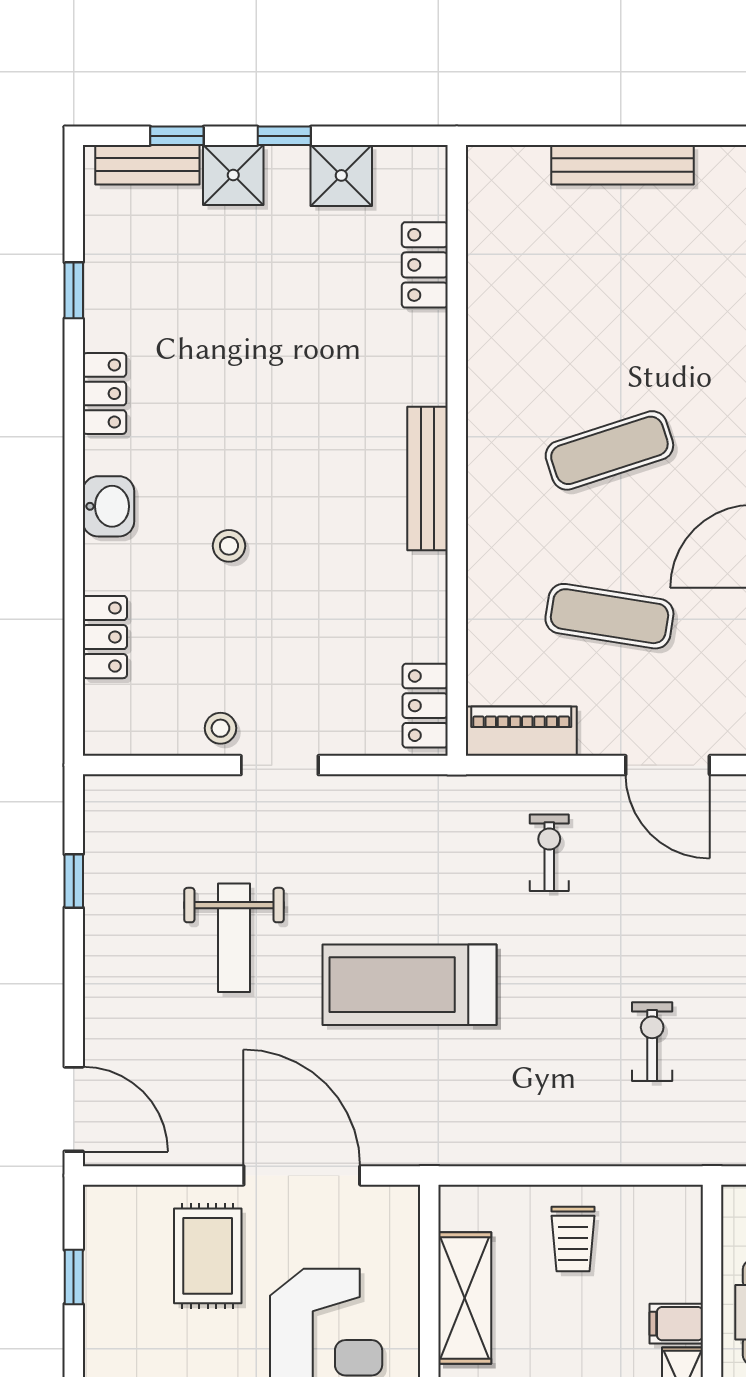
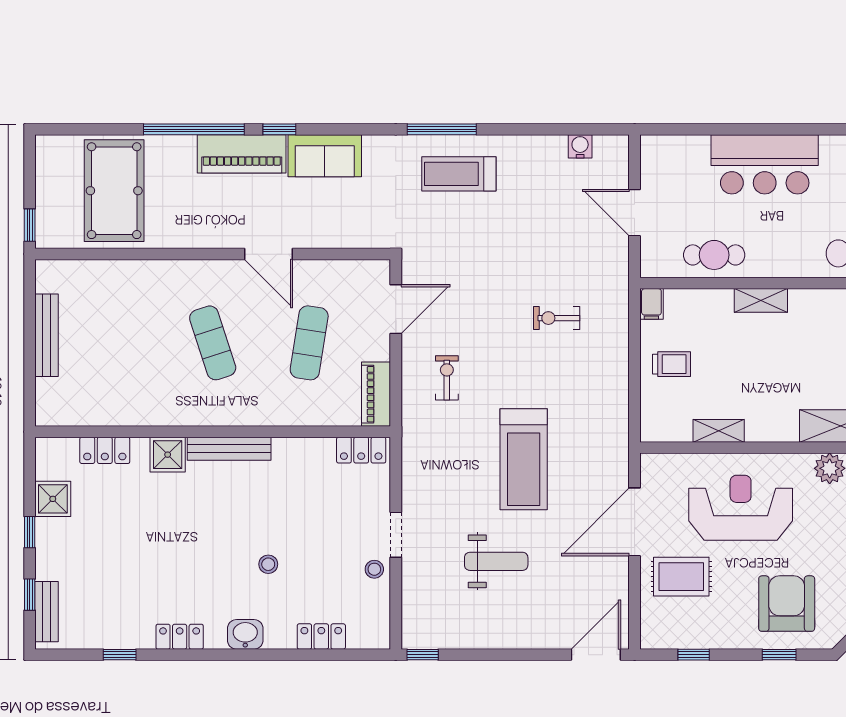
shower: (233, 175) -> (168, 455), moved
exercise bike: (549, 853) -> (447, 378), turned 90
window: (74, 881) -> (423, 655), moved
shelving: (465, 1298) -> (719, 431), width x0.67, depth x0.75
filing cabinet: (676, 1324) -> (651, 304), moved

